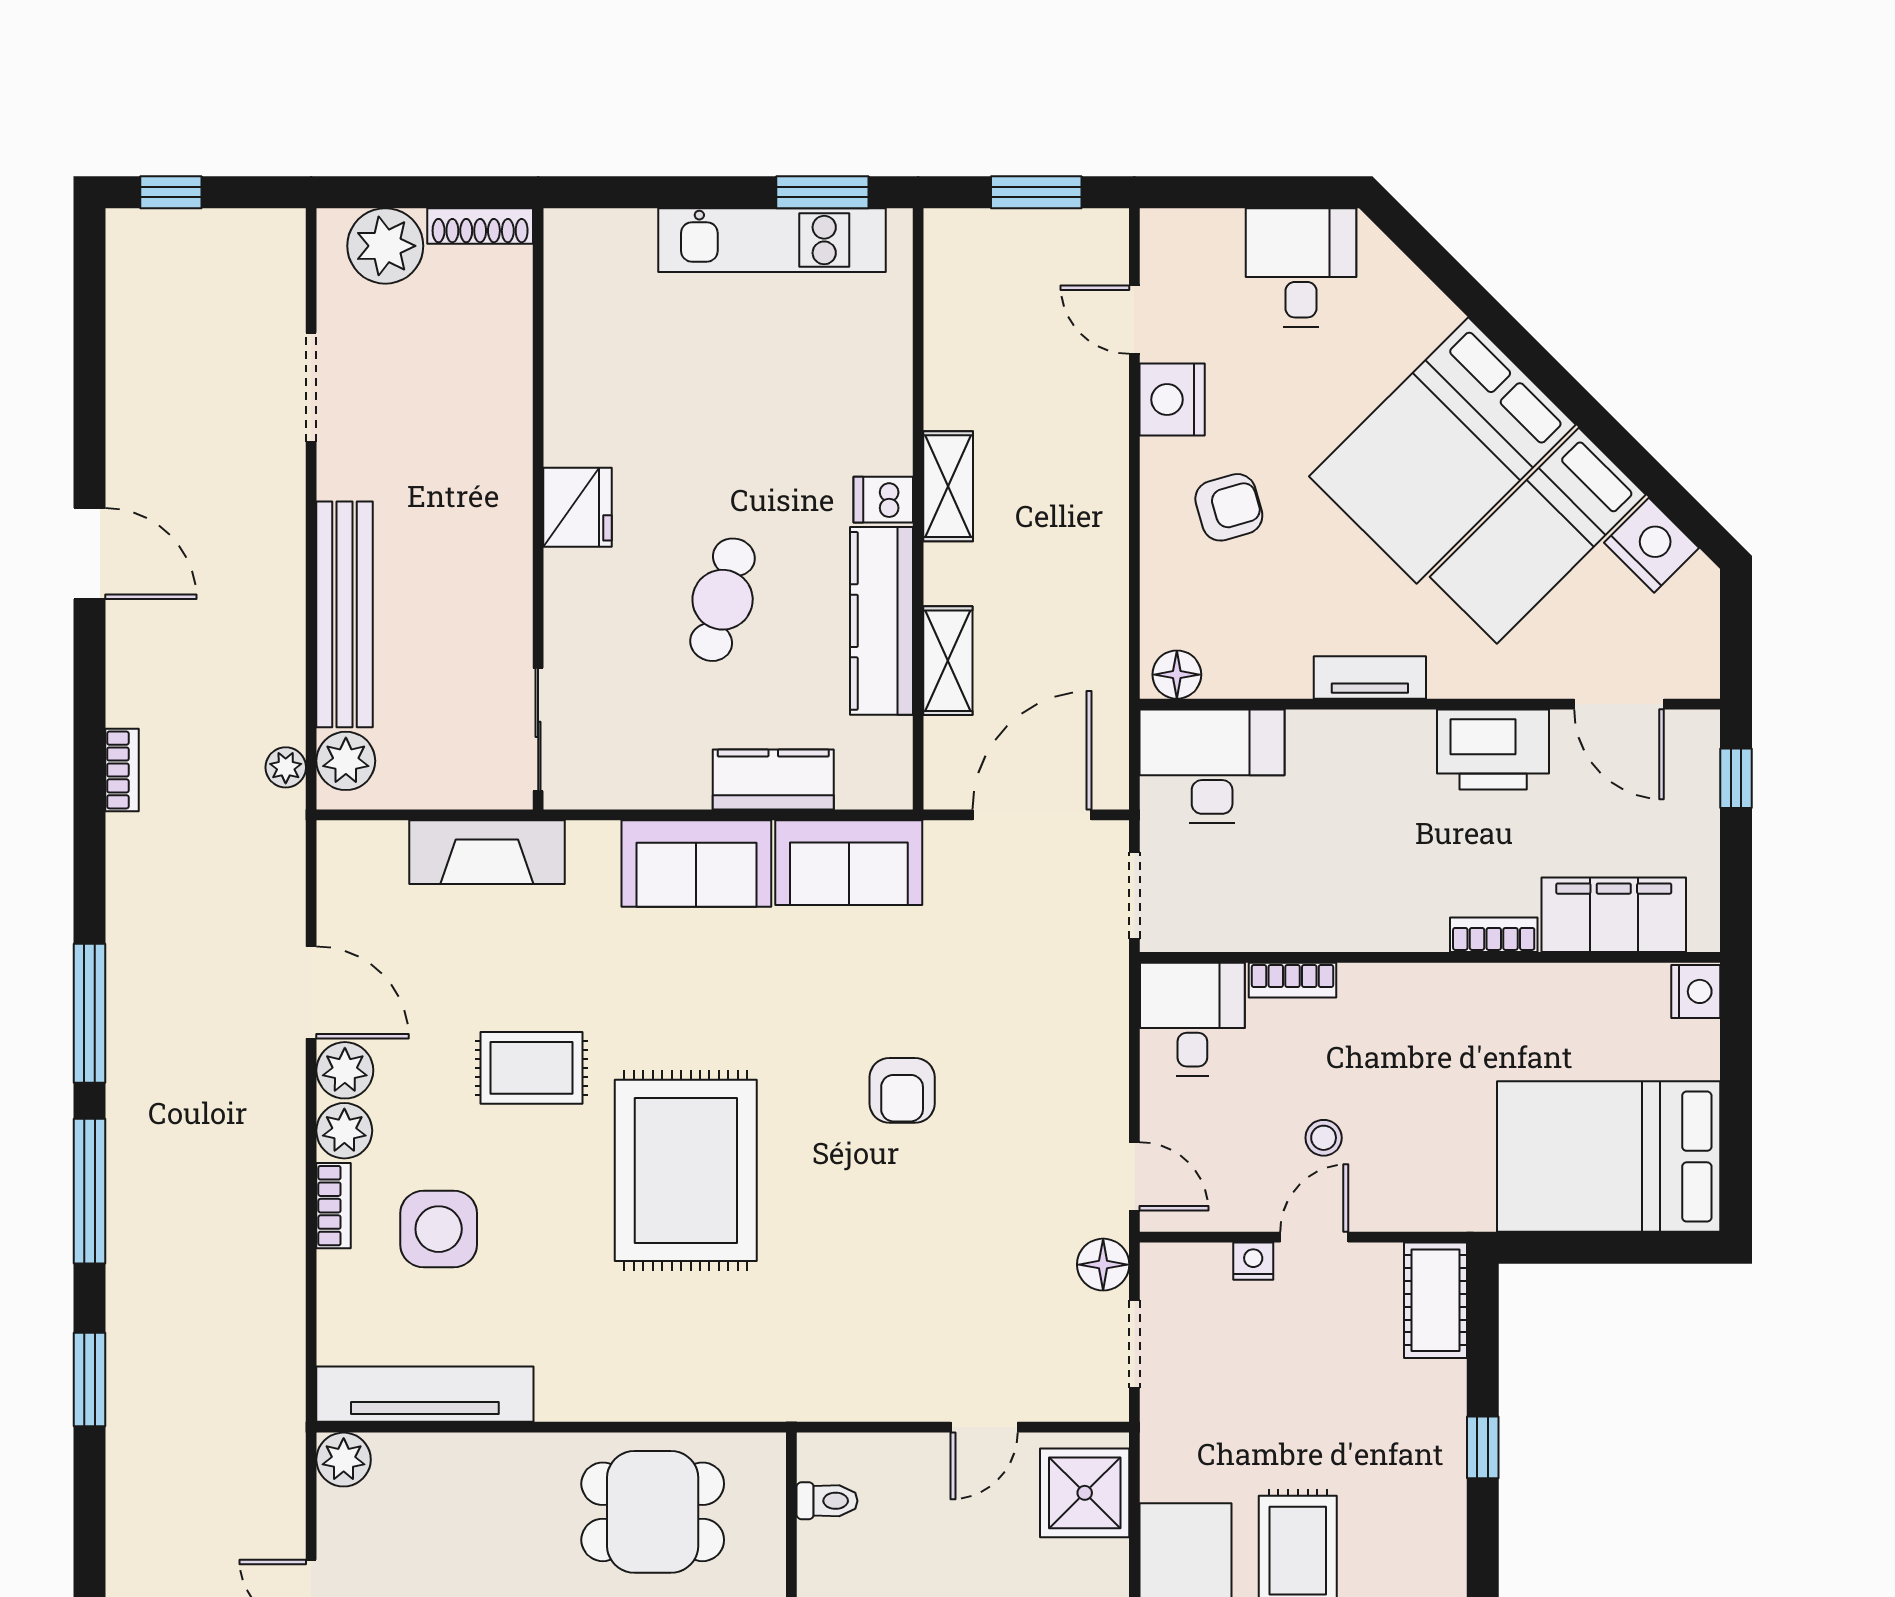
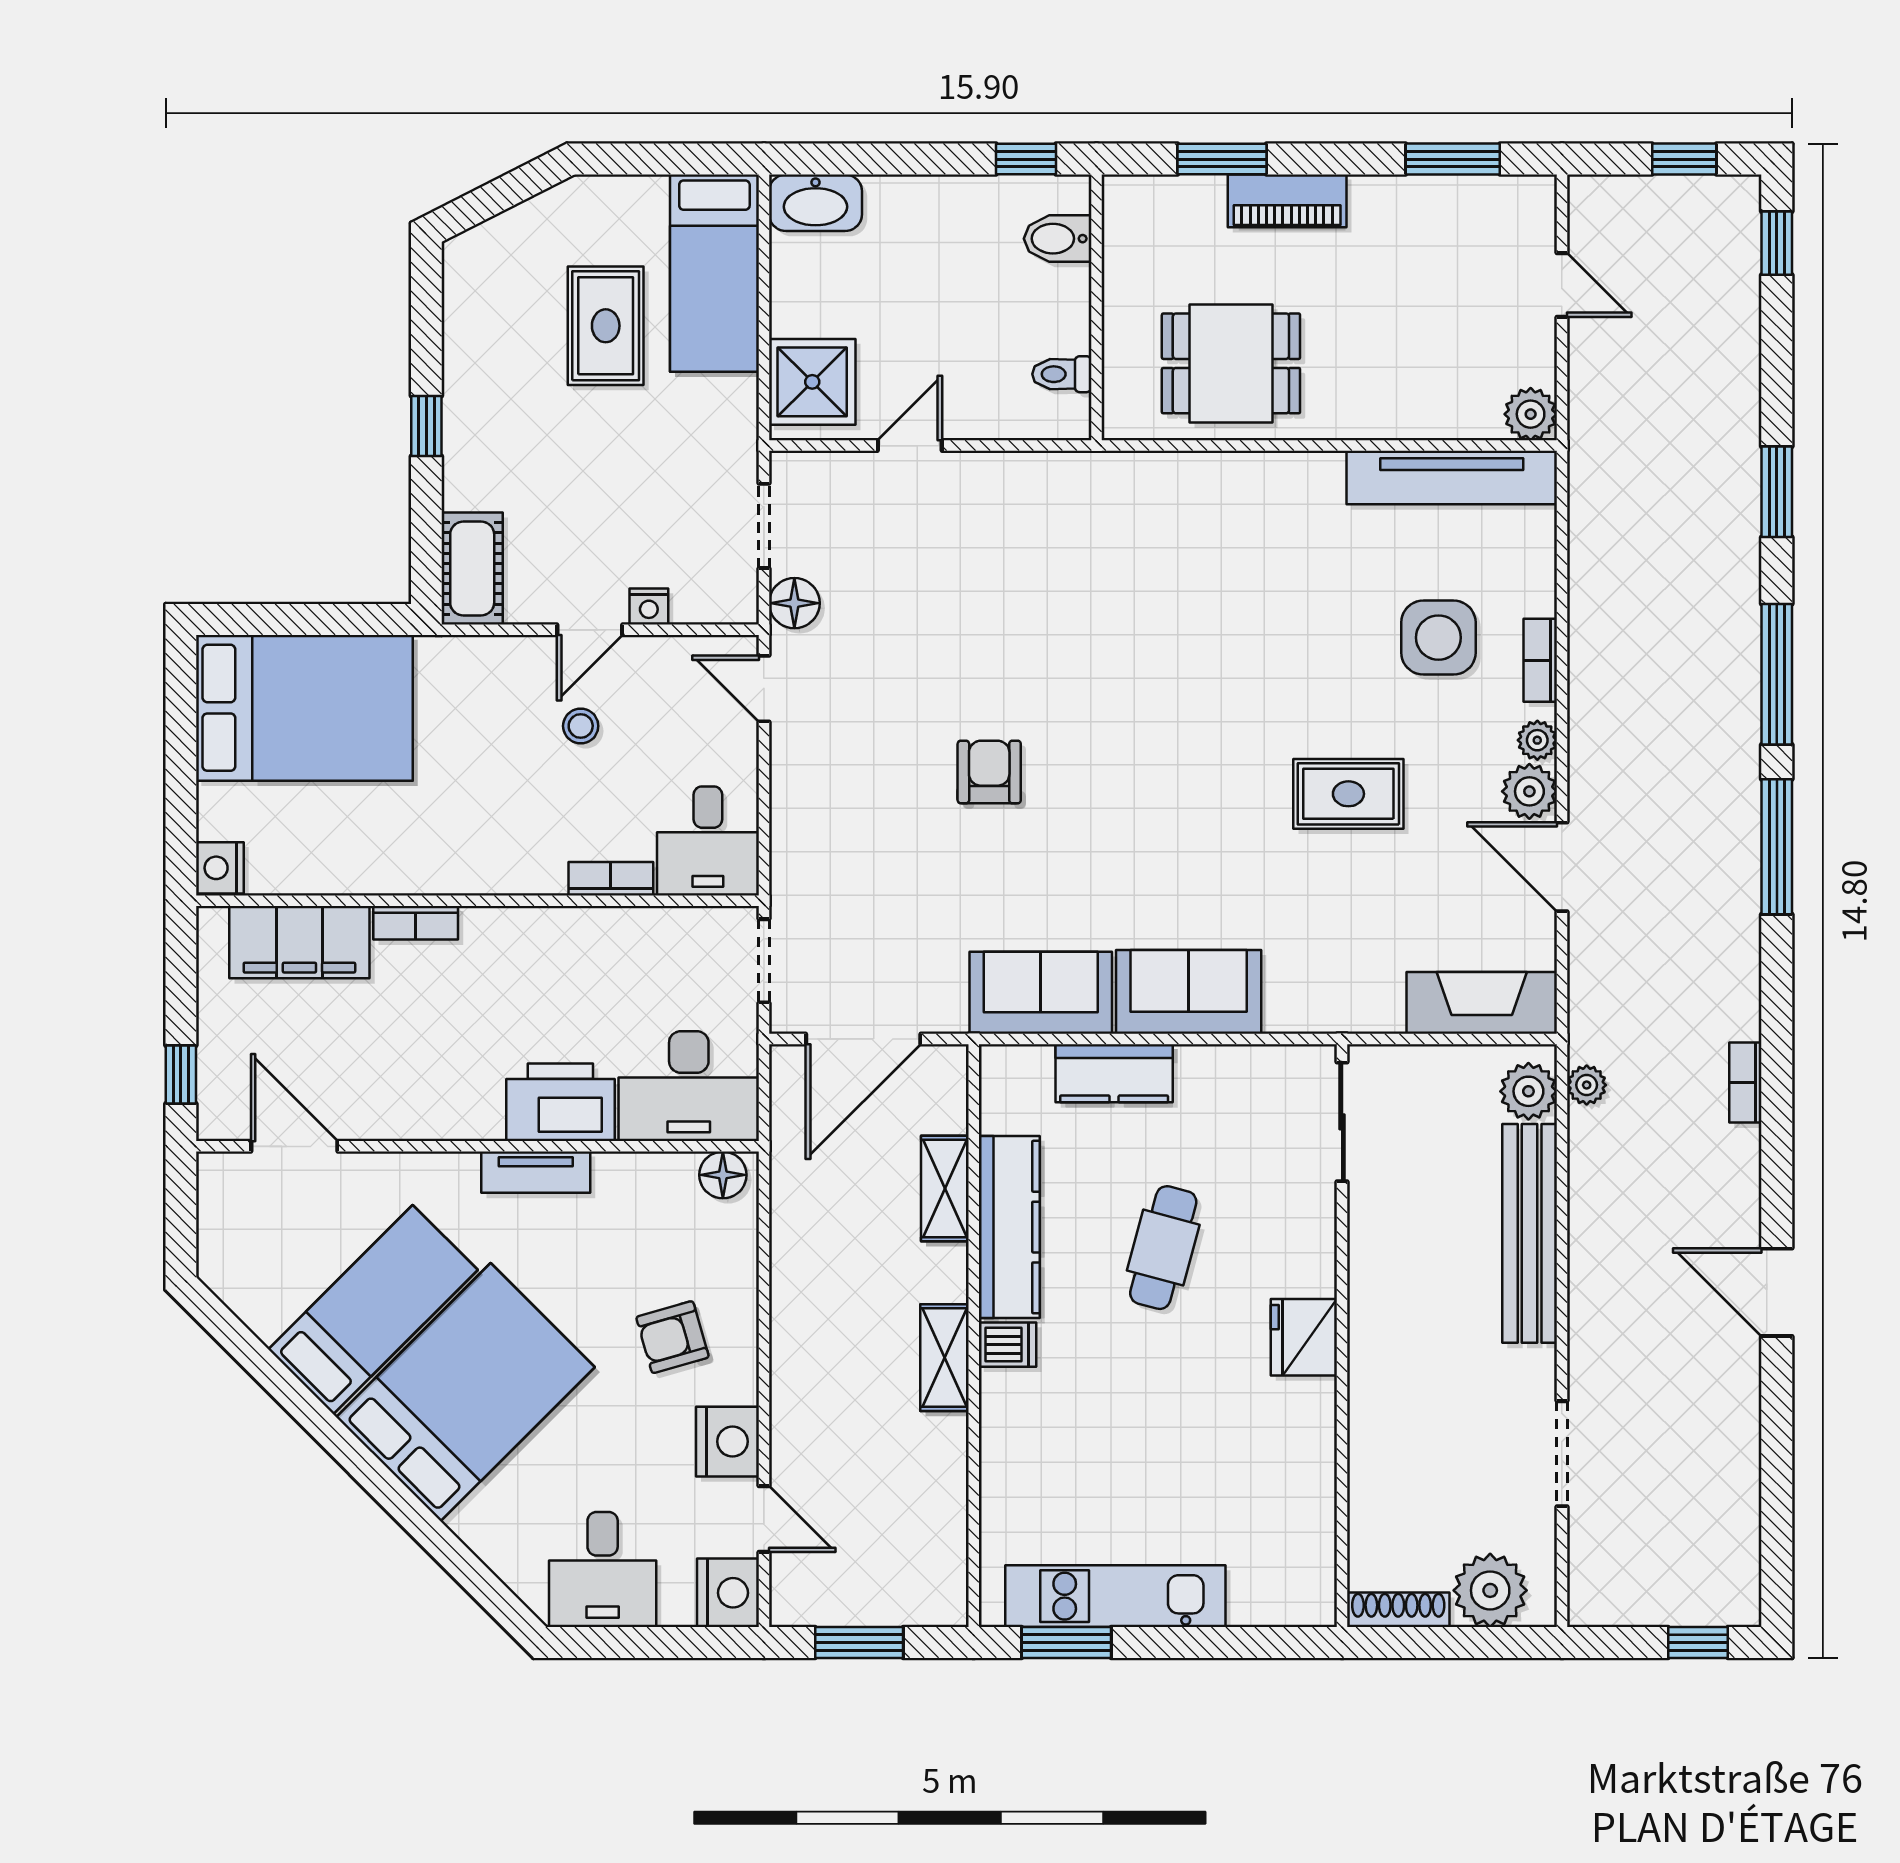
nightstand: (1652, 545) -> (728, 1593), moved, turned -135
printer: (1493, 750) -> (560, 1102), moved
fireplace: (487, 852) -> (1482, 1003), moved
plant: (344, 1131) -> (1537, 740), width x0.73, depth x0.73
rug: (686, 1170) -> (1199, 694), removed

